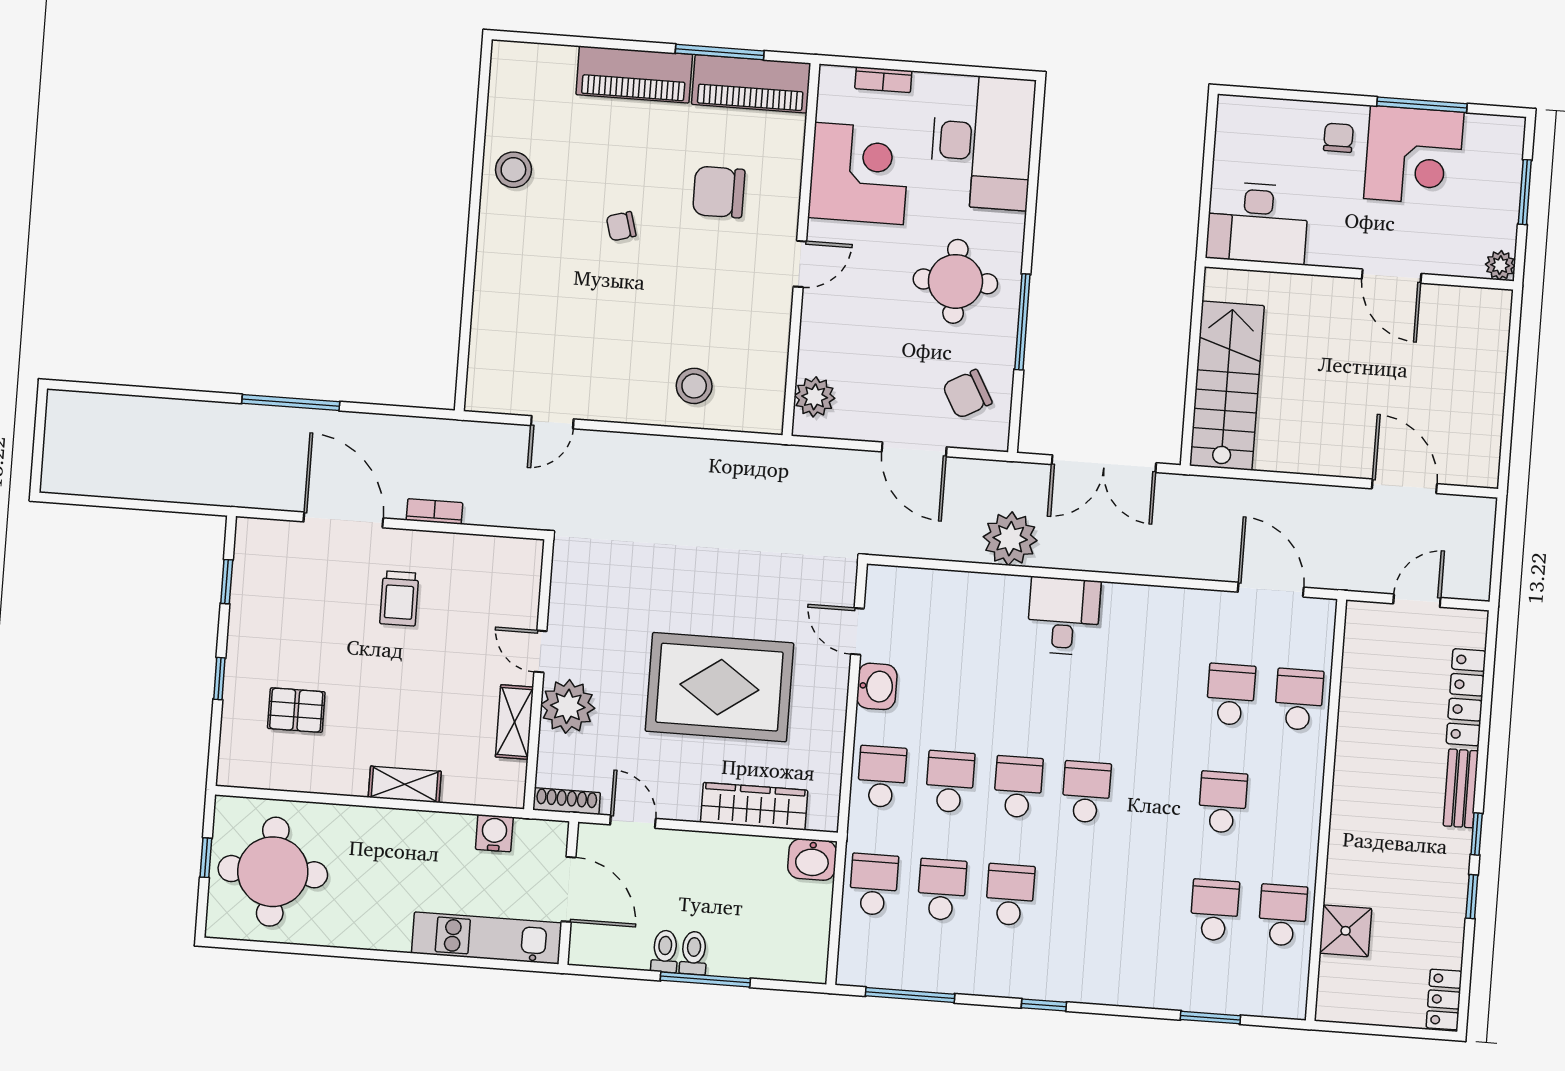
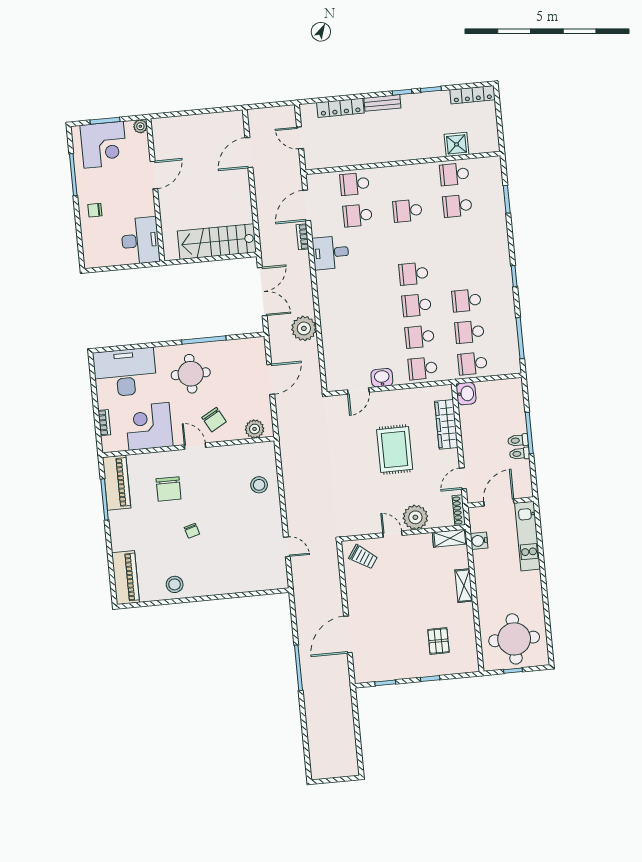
piano: (634, 74) -> (125, 578), moved
corner desk: (1414, 155) -> (104, 145), moved, turned 90
chair: (967, 394) -> (214, 420), moved
bookcase: (435, 511) -> (303, 237), moved
trolley: (399, 598) -> (363, 557), moved, turned 34
desk: (1064, 616) -> (331, 253), moved
door: (540, 651) -> (392, 534), swing flipped
rug: (719, 687) -> (395, 449), width x0.73, depth x0.69
shelving: (514, 722) -> (450, 538), moved
locker: (1444, 999) -> (473, 95), width x1.53

